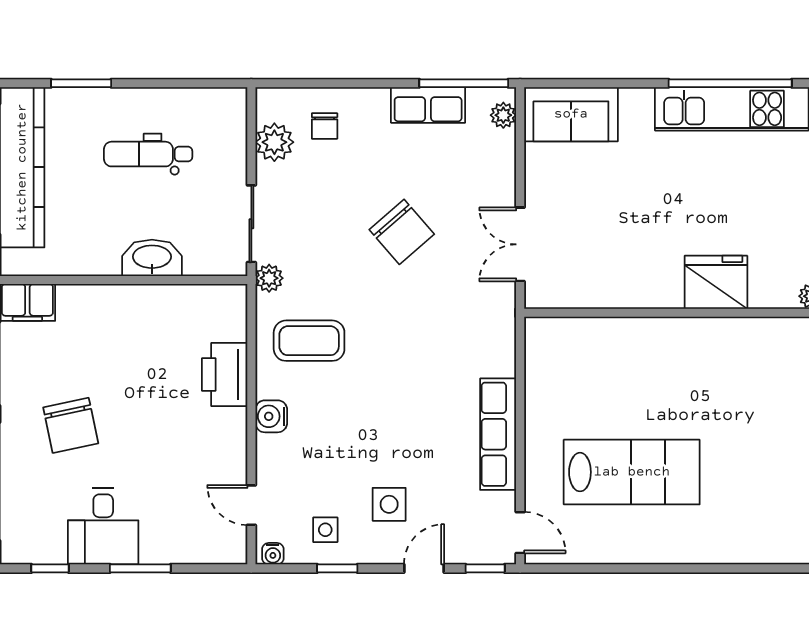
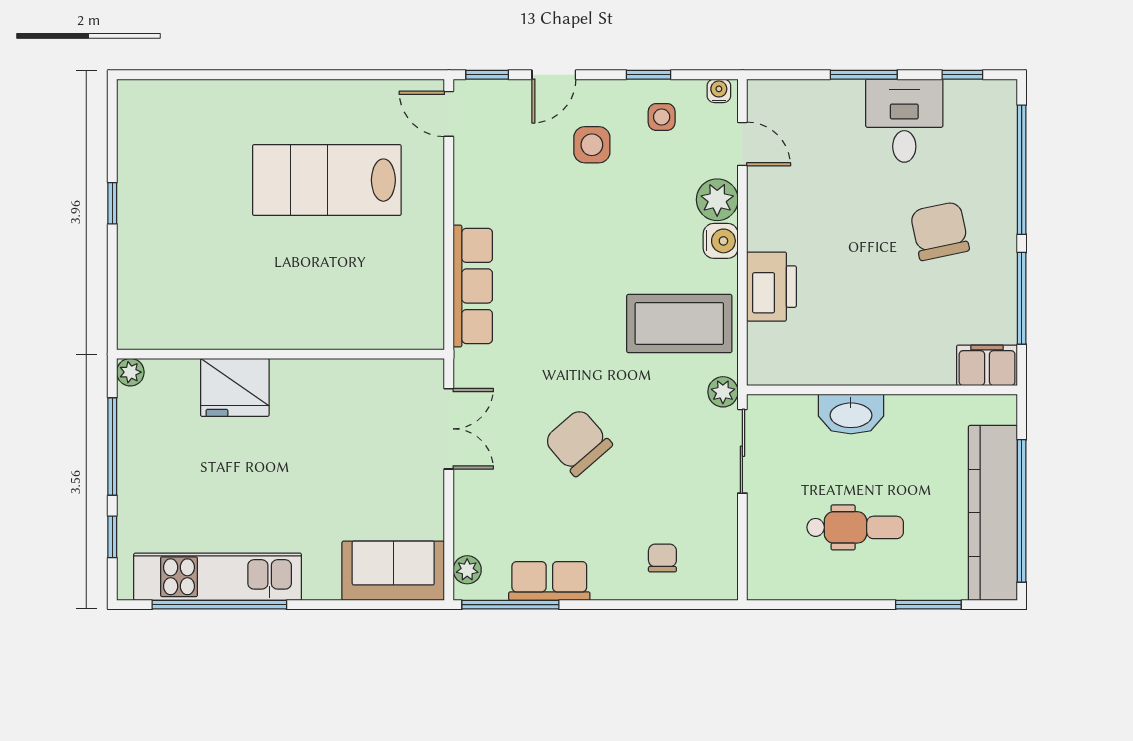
plant: (274, 142) -> (717, 200), moved
coffee table: (309, 341) -> (679, 324), width x1.36, depth x1.32
row of seats: (498, 434) -> (473, 286), moved

